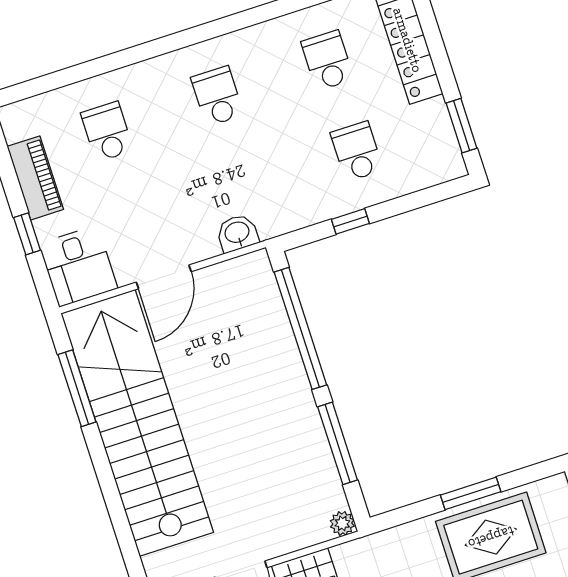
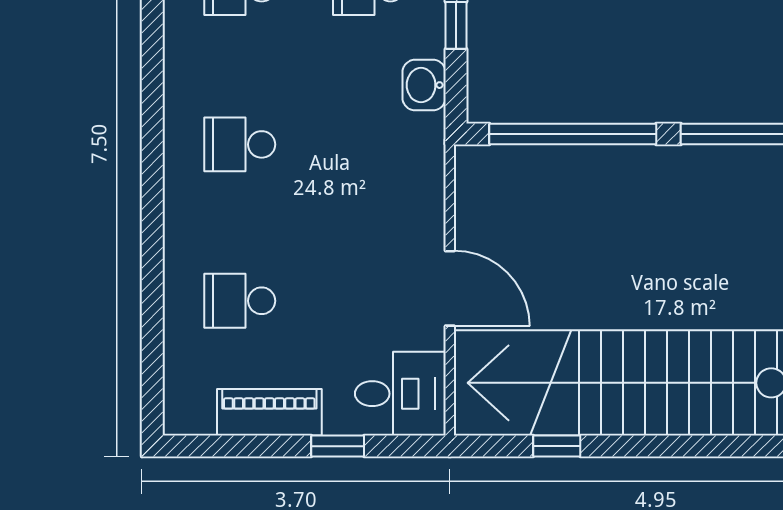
washbasin: (237, 233) -> (424, 85), moved
window: (77, 388) -> (557, 446), width x0.46

